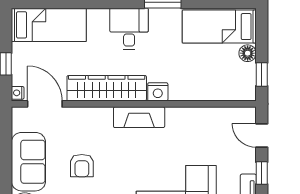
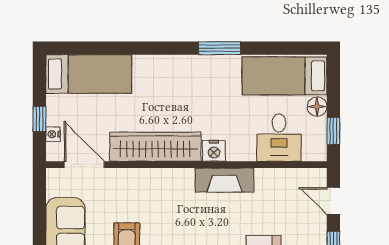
desk: (129, 29) -> (279, 138), moved, turned 180
nightstand: (18, 93) -> (53, 134), moved
fireplace: (139, 117) -> (224, 180), moved

